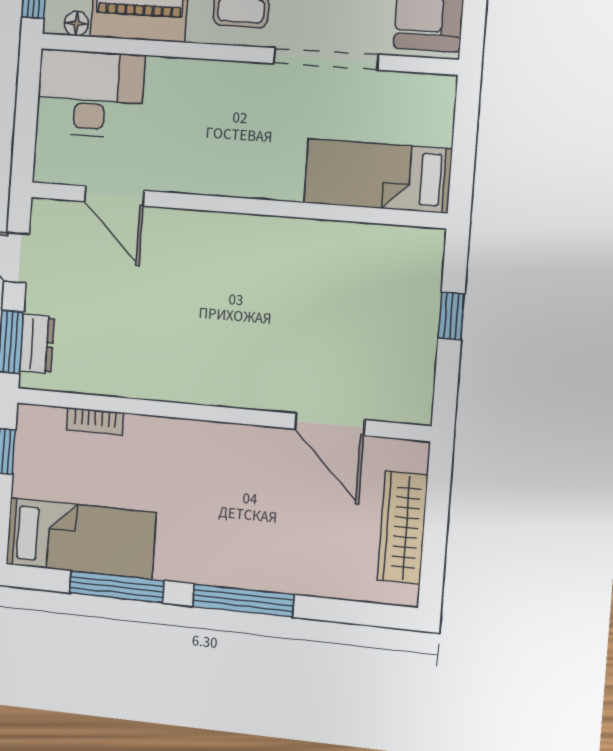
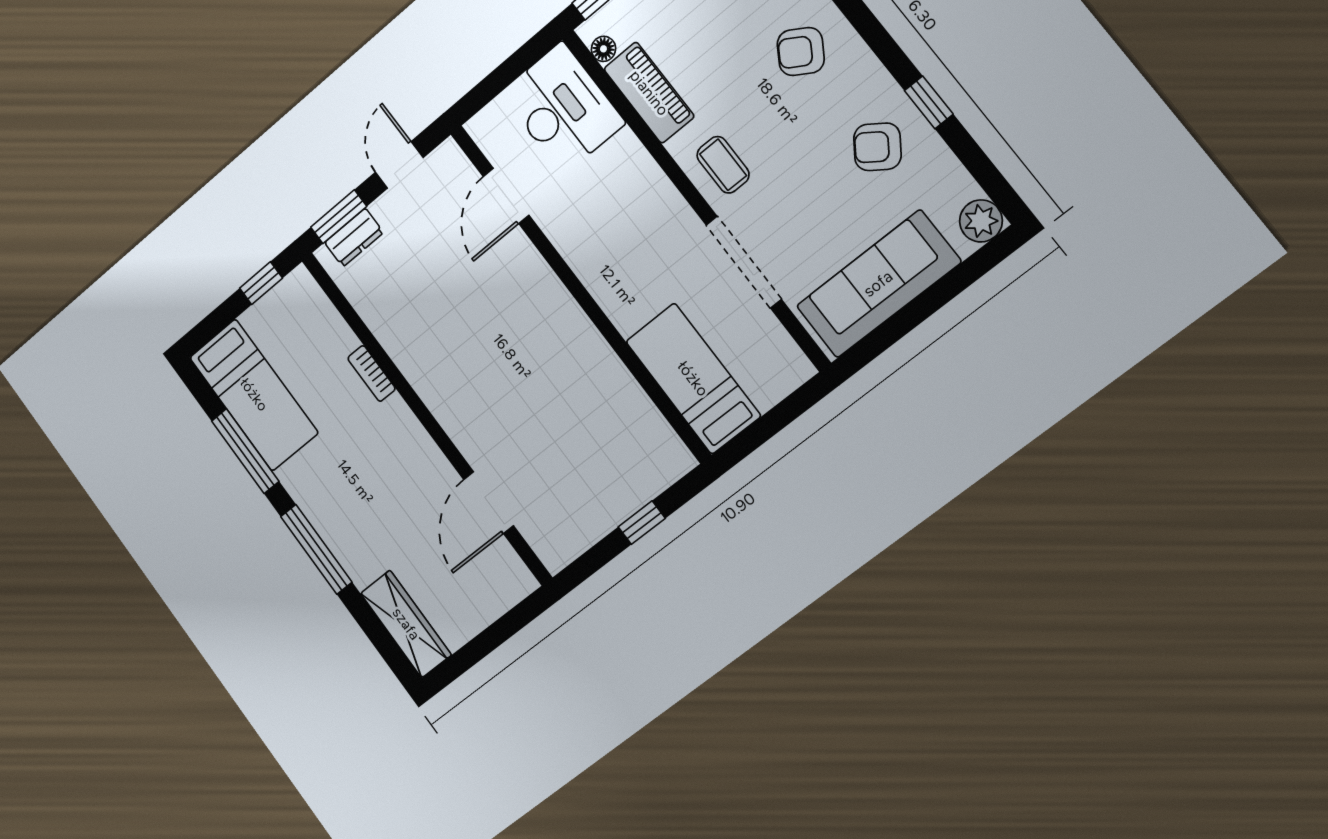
bookcase: (95, 421) -> (371, 373), moved
wardrobe: (403, 527) -> (406, 624), moved, turned 90

